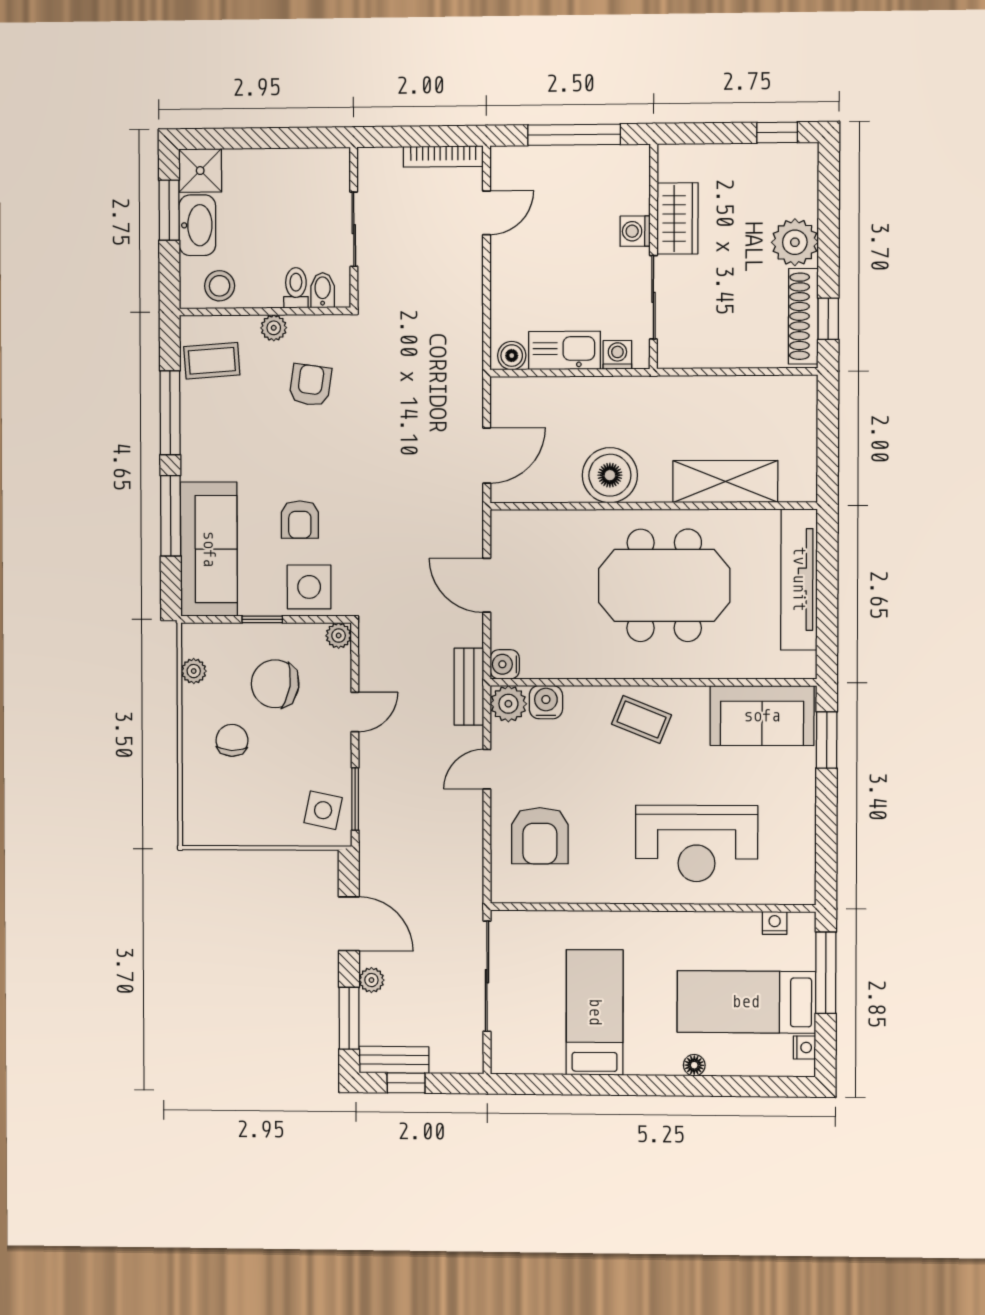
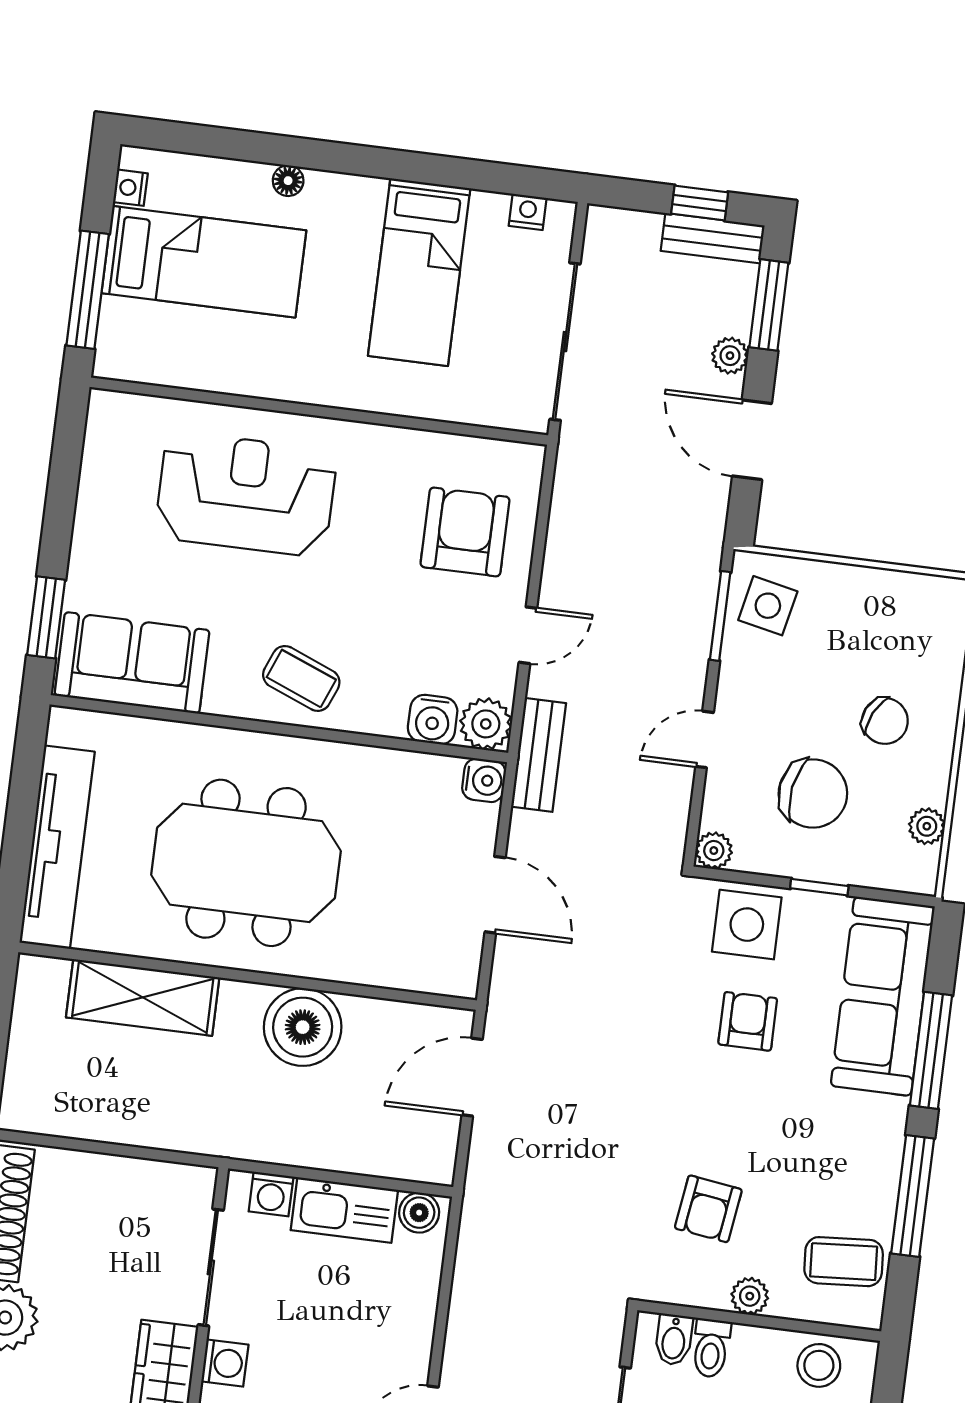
chair: (232, 740) -> (885, 721), turned -66
nightstand: (775, 923) -> (528, 212), moved, turned 180

